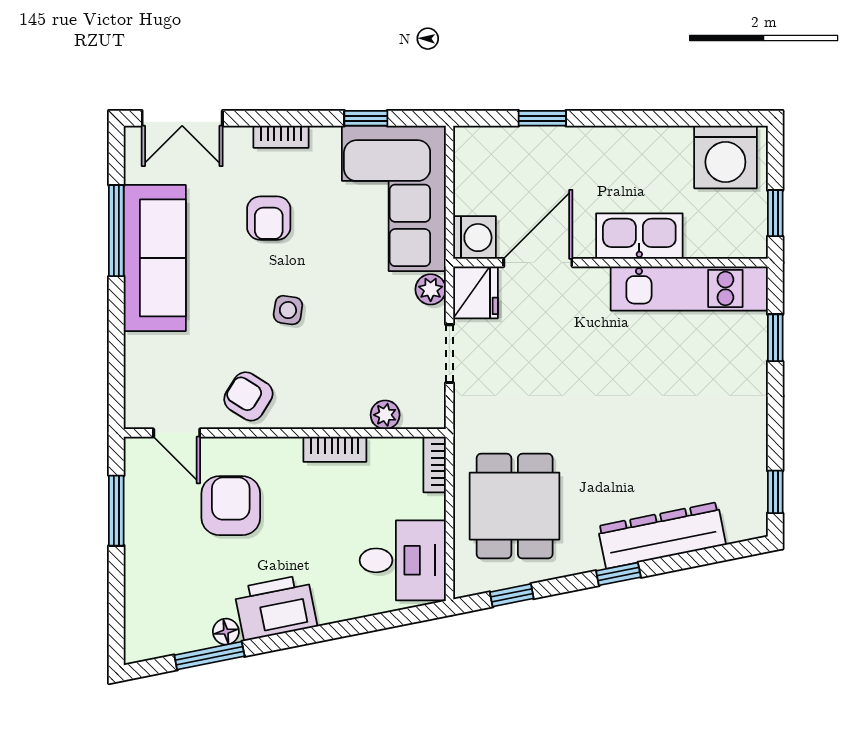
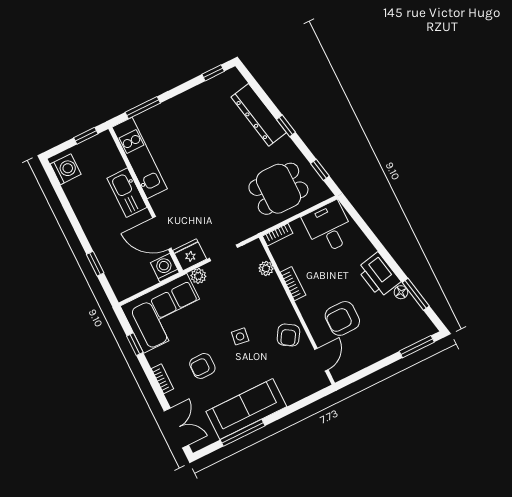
washing machine: (725, 157) -> (66, 169), width x0.73, depth x0.73
armchair: (269, 218) -> (202, 366), turned 180
window: (775, 338) -> (143, 108), width x1.50
window: (116, 511) -> (417, 347), moved

